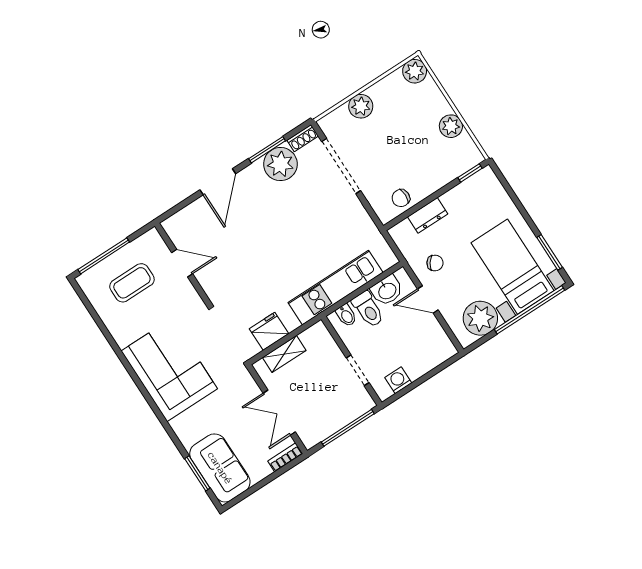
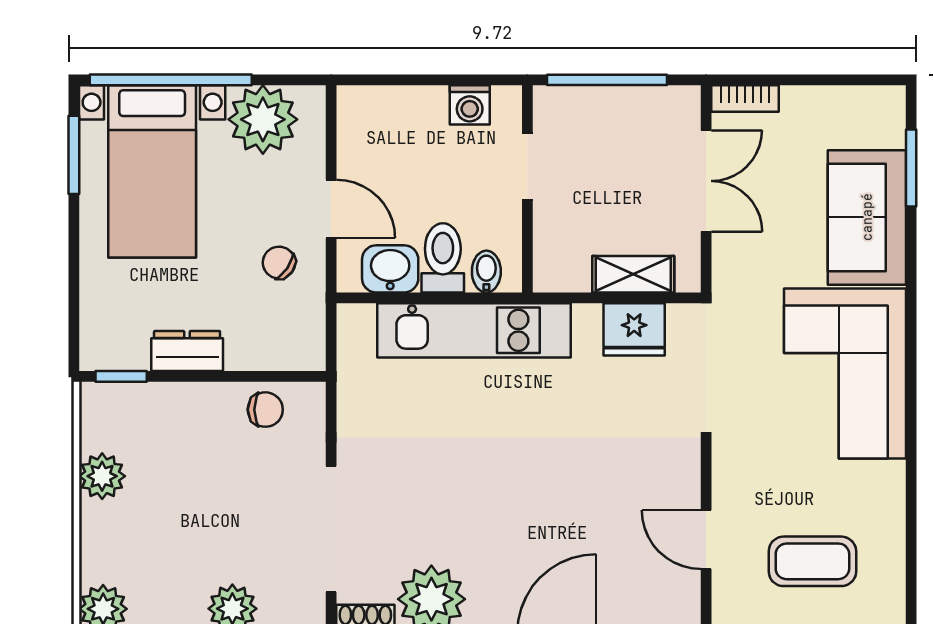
dresser: (428, 215) -> (187, 351), moved
sofa: (220, 468) -> (867, 217), moved

